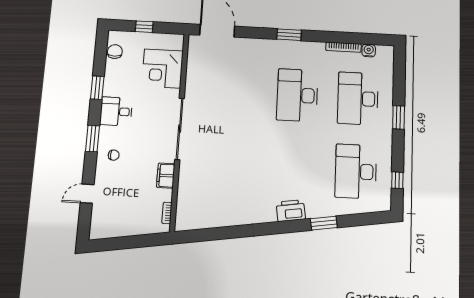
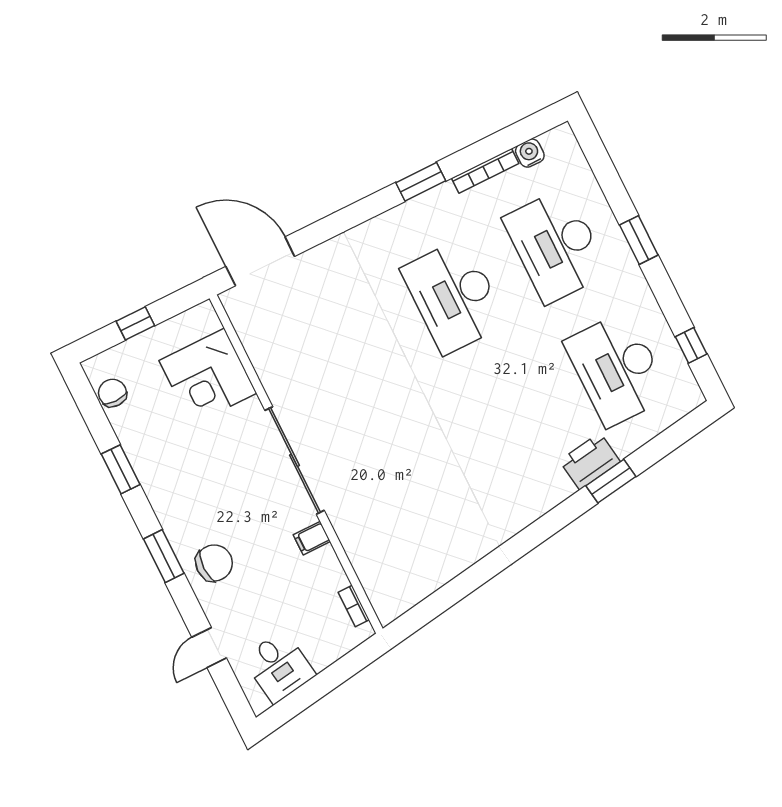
window: (289, 35) -> (421, 182), moved
desk: (116, 111) -> (279, 667), moved, turned -99
chair: (114, 155) -> (214, 563), width x1.87, depth x1.87
filing cabinet: (166, 176) -> (312, 538), width x0.50
printer: (291, 211) -> (590, 461), moved

